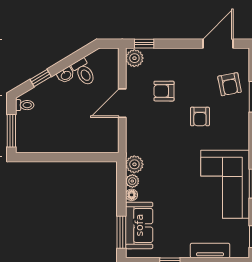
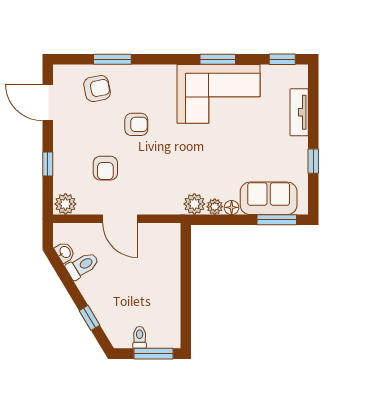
window: (144, 44) -> (48, 164), moved
washbasin: (66, 75) -> (65, 252), moved
toilet: (25, 105) -> (140, 337), moved

